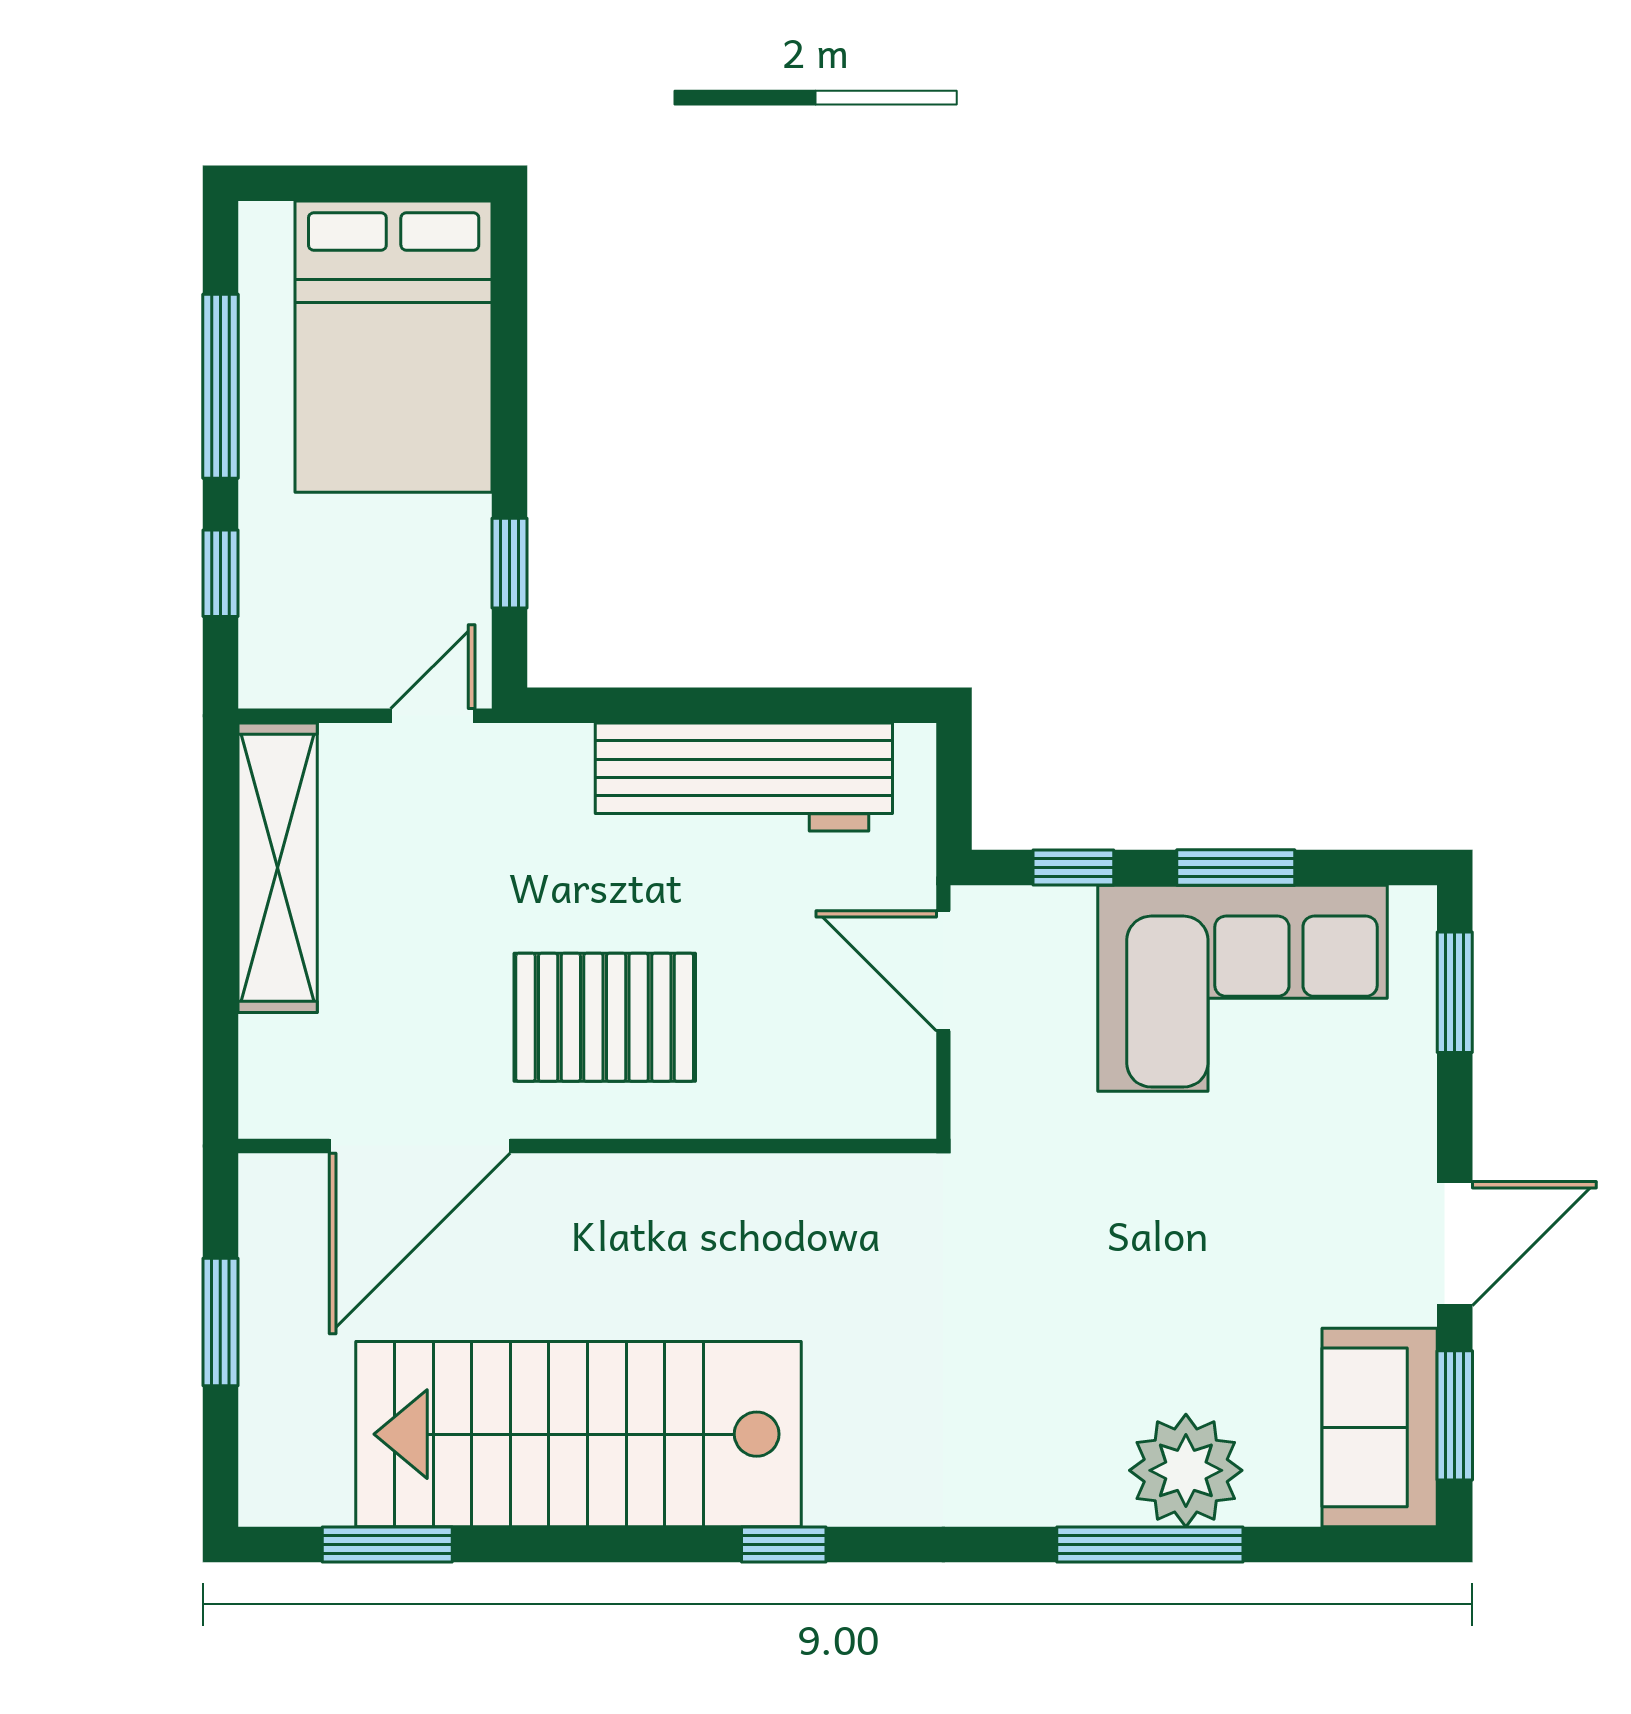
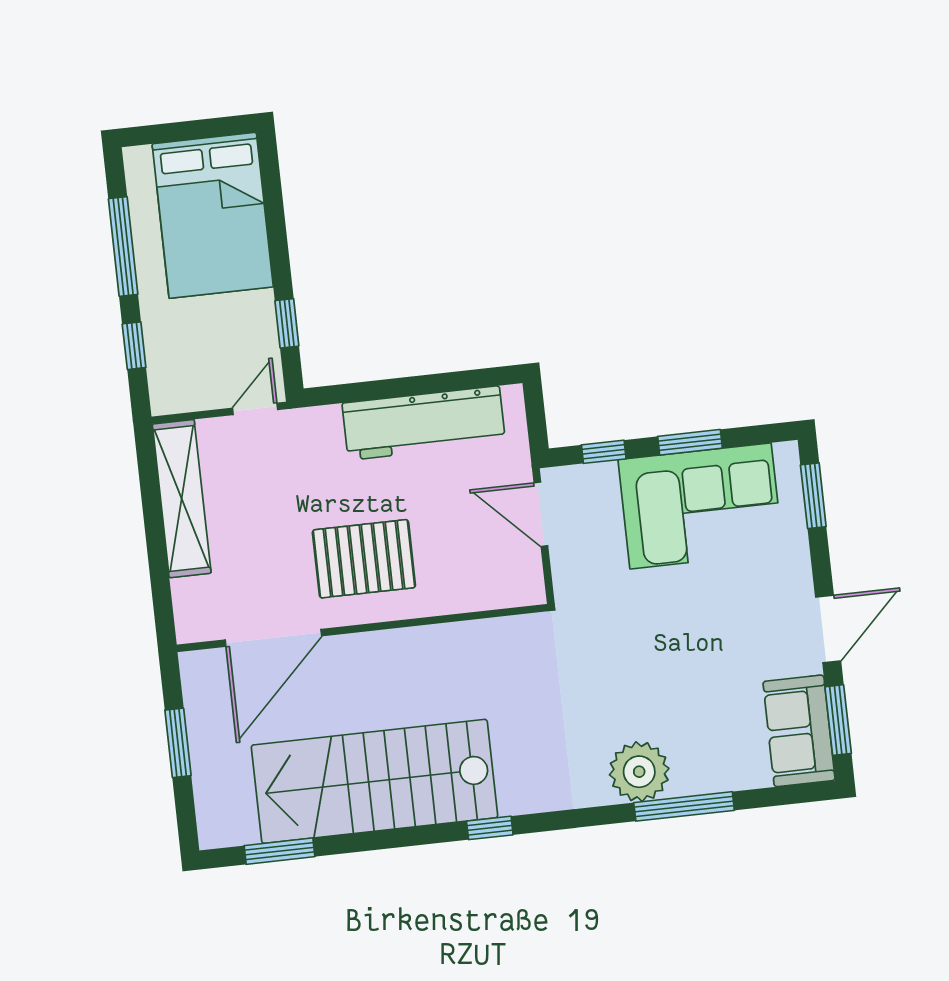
plant: (1186, 1470) -> (639, 772), moved

